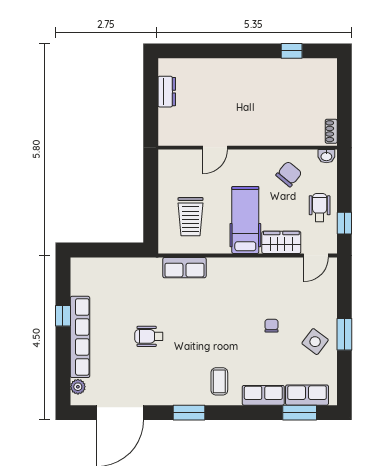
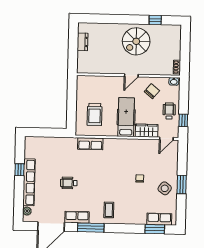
spiral stairs: (260, 88) -> (136, 41), added
door: (215, 148) -> (131, 75), moved
row of seats: (263, 395) -> (77, 217), moved
window: (189, 413) -> (91, 228), width x1.44

